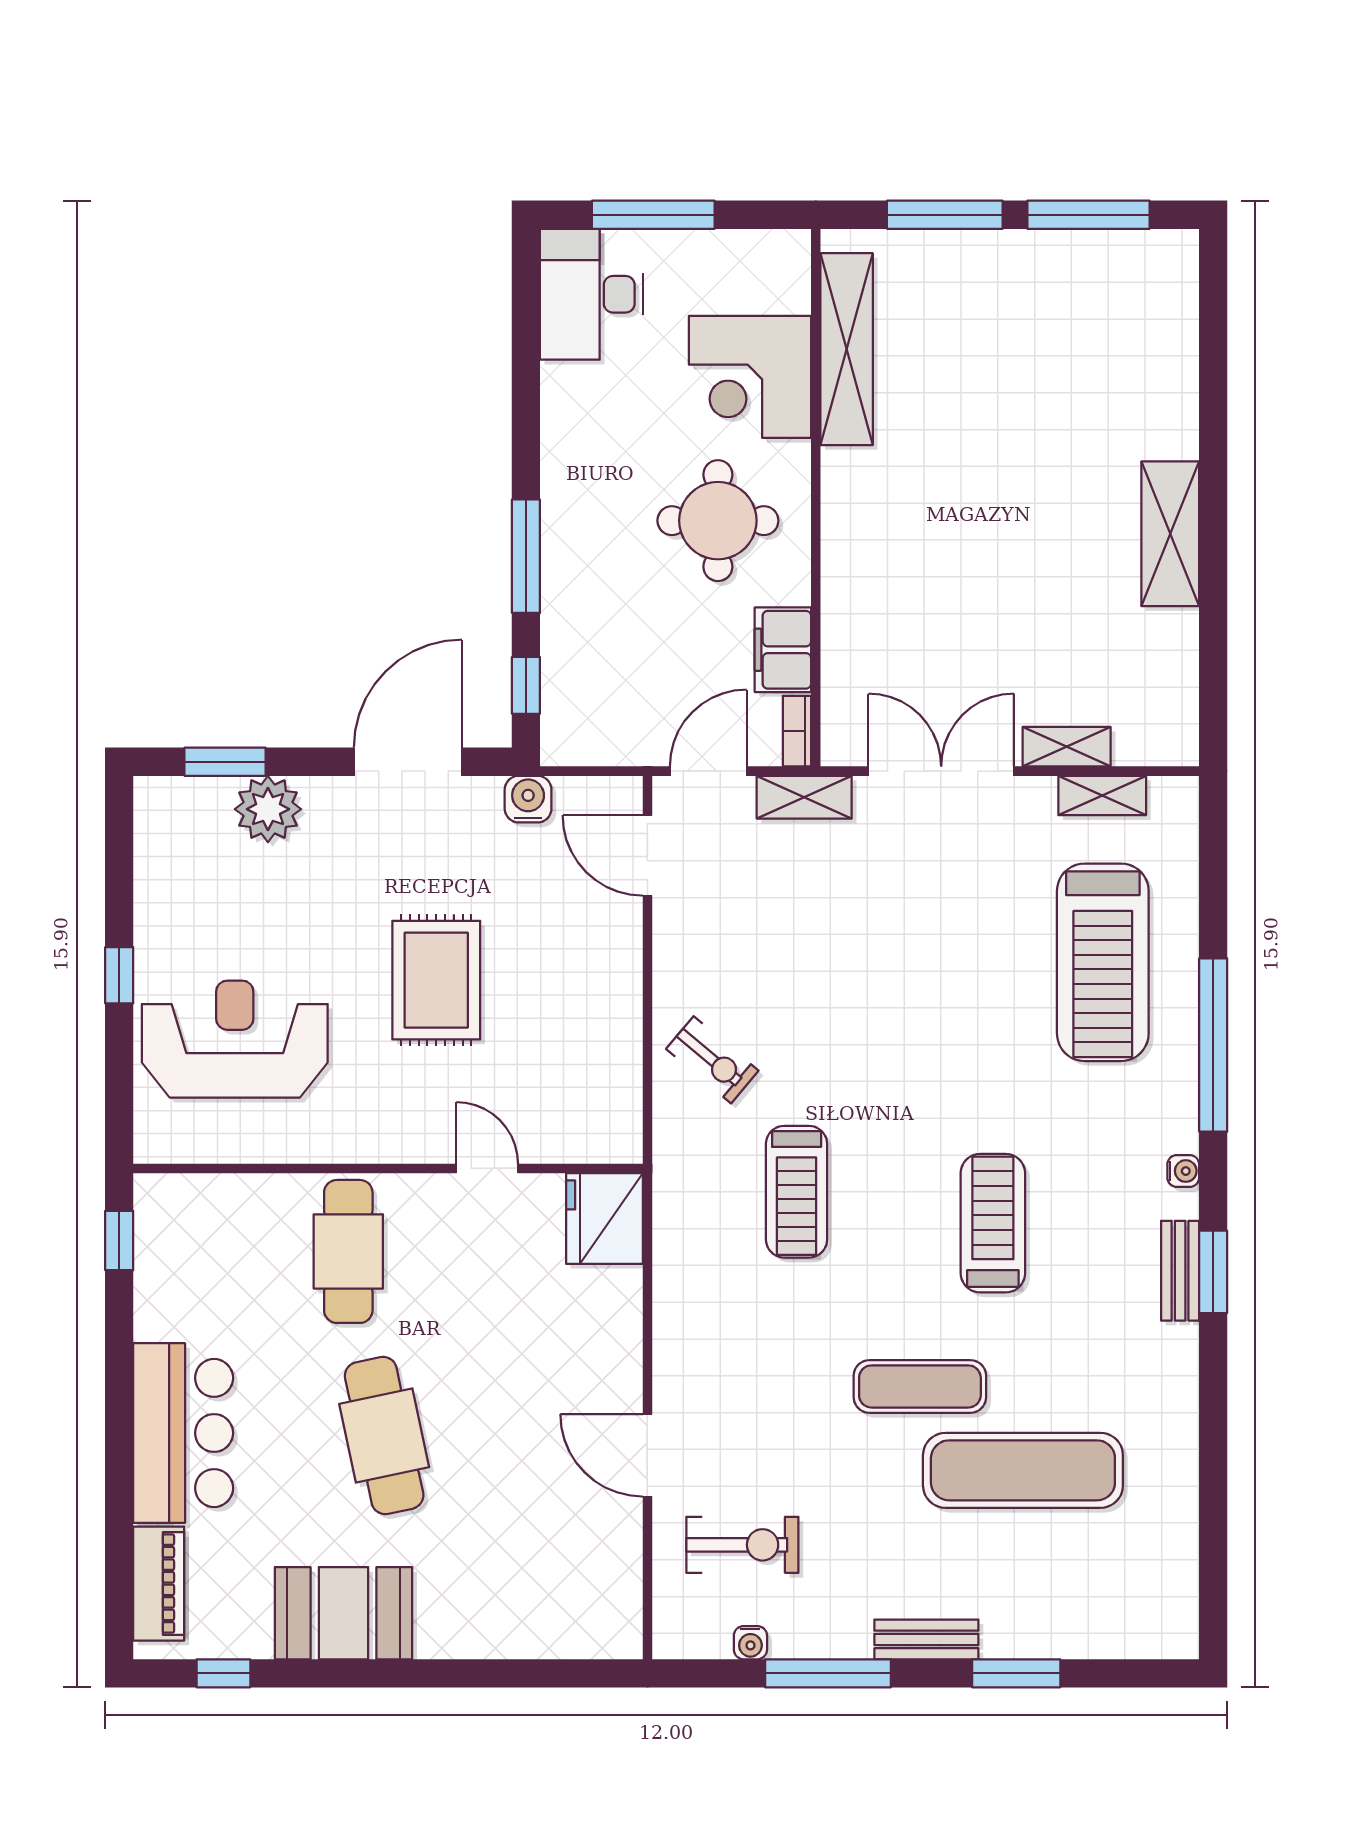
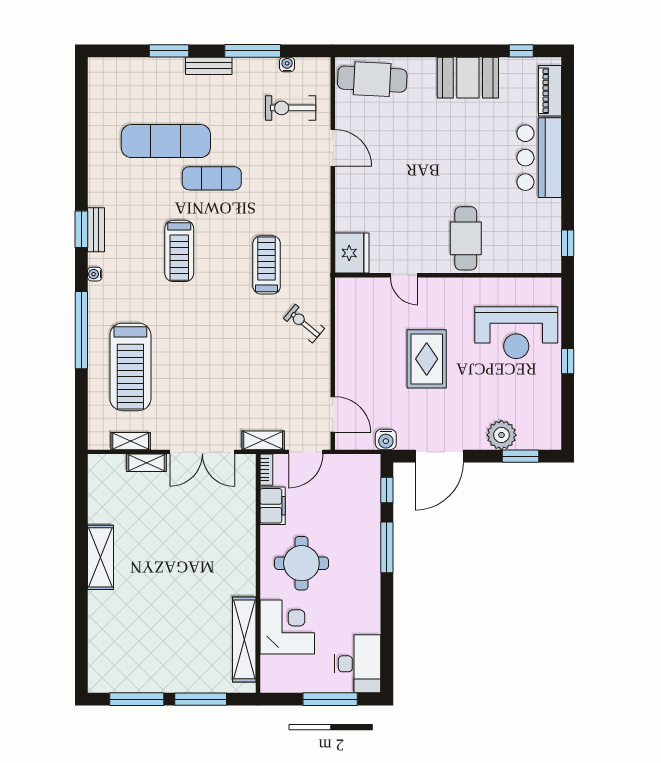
treadmill: (1103, 962) -> (130, 367), turned 180
cafe table: (384, 1436) -> (372, 79), moved, turned -75

